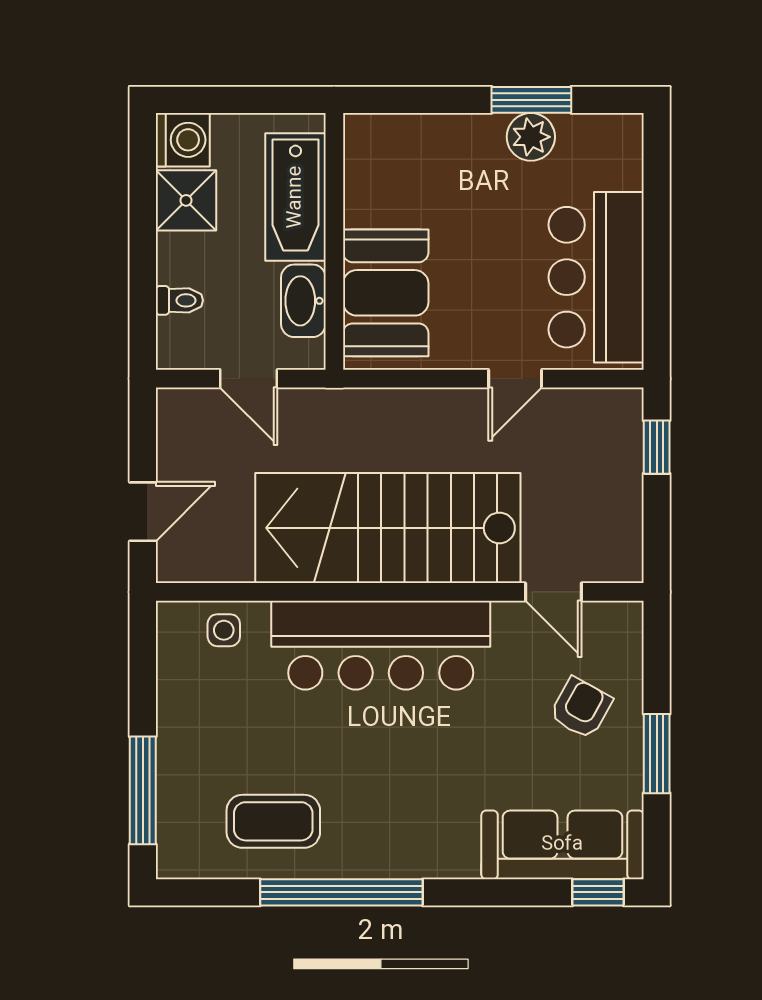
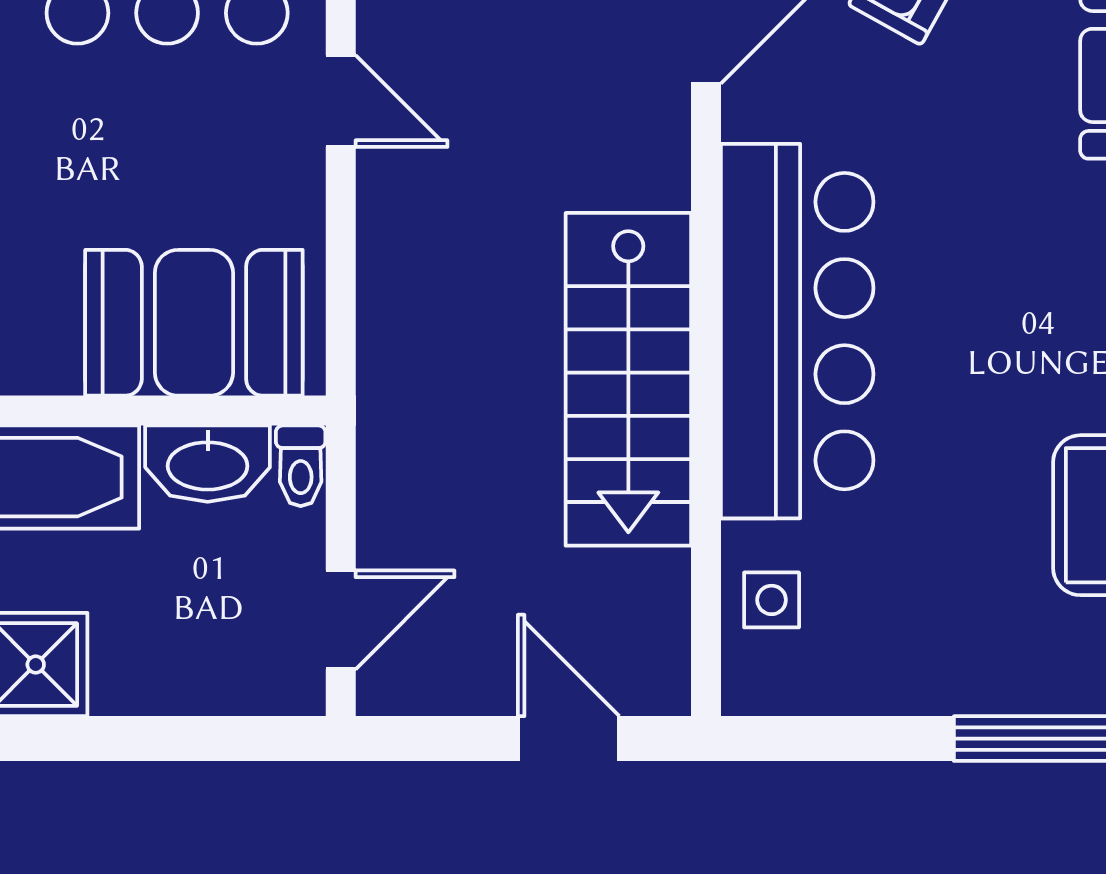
toilet: (179, 300) -> (301, 466), moved, turned 180
door: (249, 379) -> (341, 620), moved
stairs: (388, 528) -> (628, 379), width x0.73, depth x0.66

